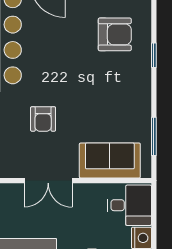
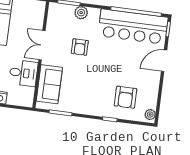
armchair: (43, 119) -> (80, 47), turned -90
desk: (129, 205) -> (23, 73), moved, turned -90

